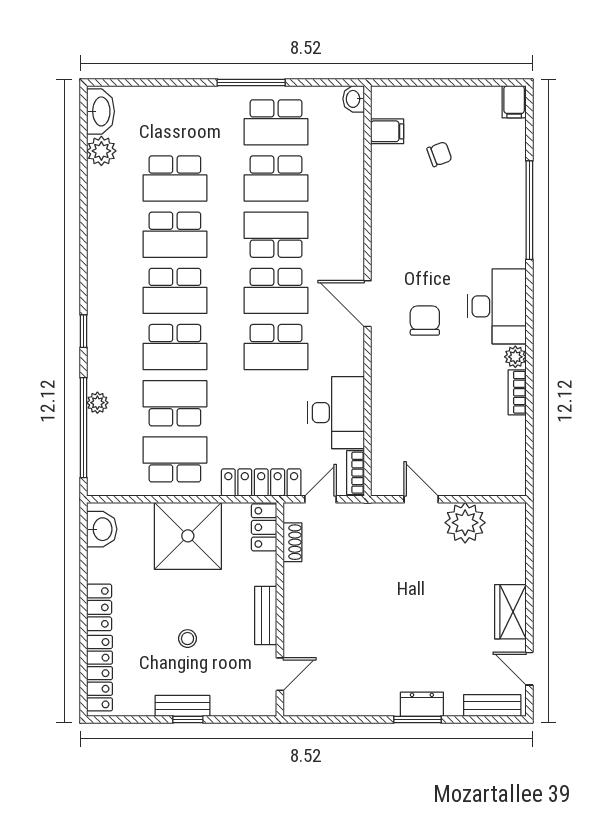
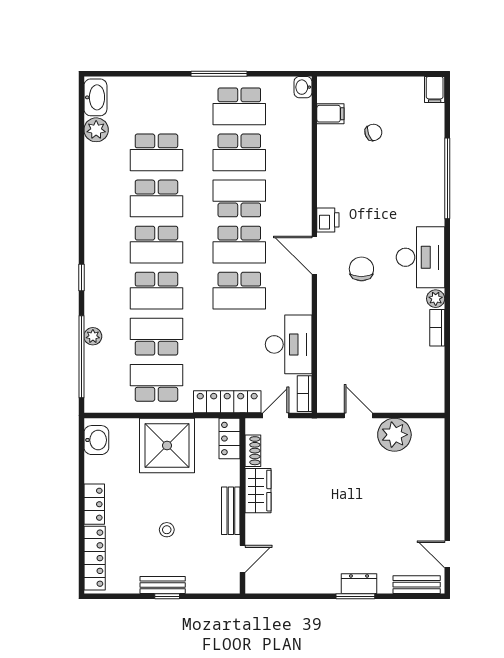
printer: (384, 261) -> (328, 220), added
wardrobe: (510, 612) -> (258, 491), moved, turned 180

